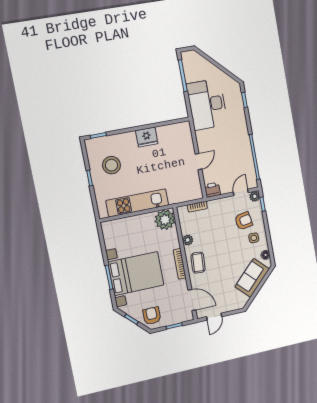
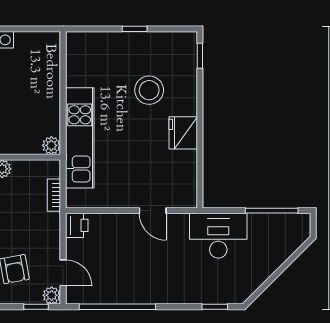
desk: (207, 104) -> (218, 236), width x0.73, depth x0.77
door: (198, 162) -> (153, 211), moved
stool: (111, 165) -> (149, 90), moved
kitchen unit: (137, 203) -> (80, 138), moved
plant: (165, 220) -> (51, 145), width x0.53, depth x0.53

